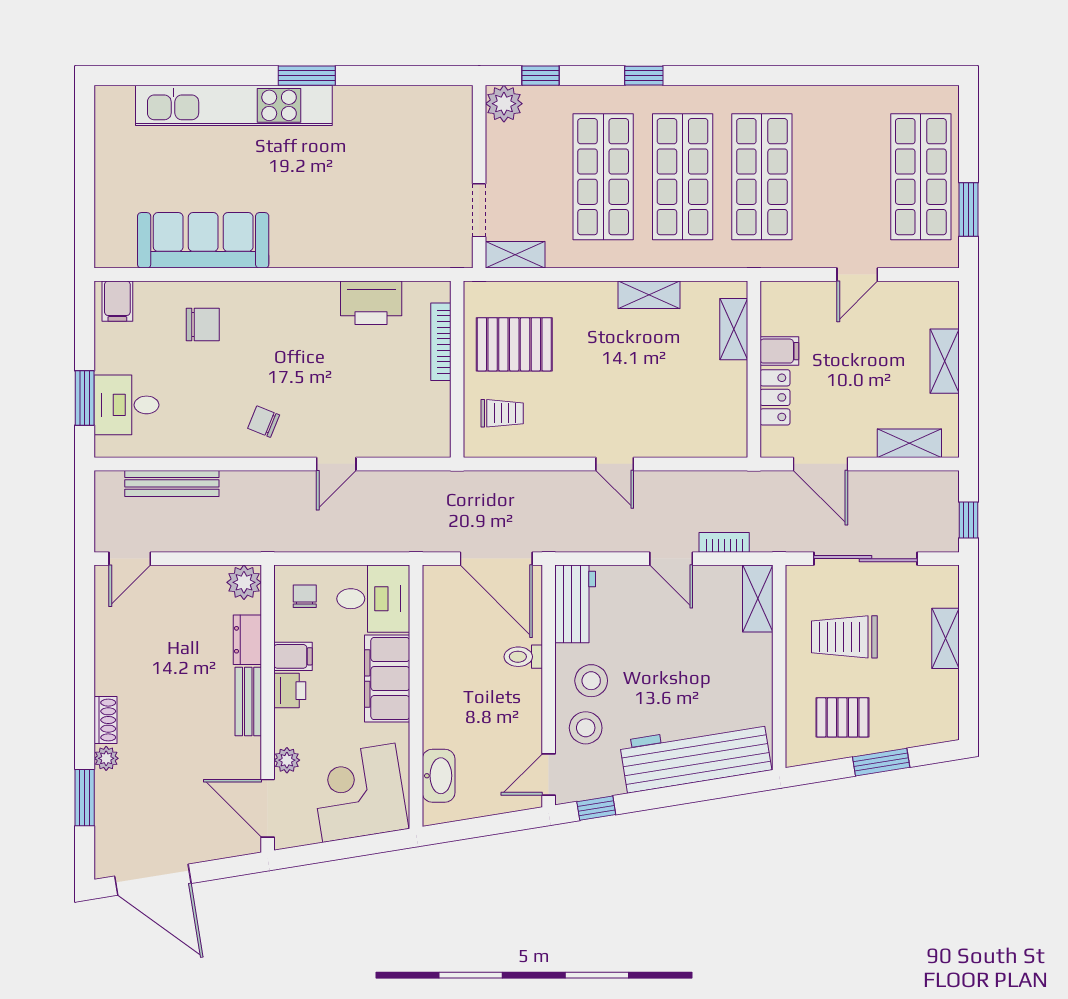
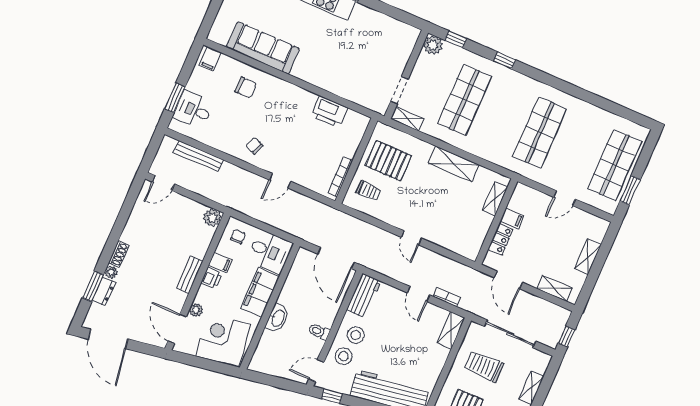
shop shelf: (683, 177) -> (502, 116), removed
shelving: (649, 295) -> (454, 164), width x1.50, depth x1.33
bookcase: (441, 342) -> (340, 177), moved
dresser: (247, 640) -> (104, 291), moved, turned 180
toilet: (523, 657) -> (319, 332), moved
washbasin: (439, 776) -> (278, 318), moved

